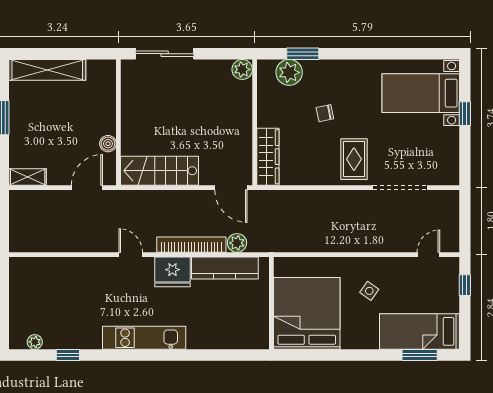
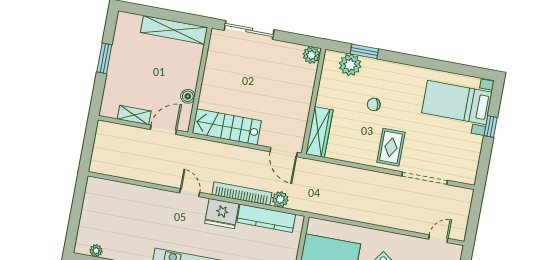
shelving: (47, 70) -> (174, 30), moved
shelving: (28, 177) -> (134, 115), moved

